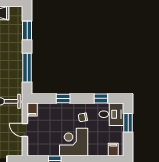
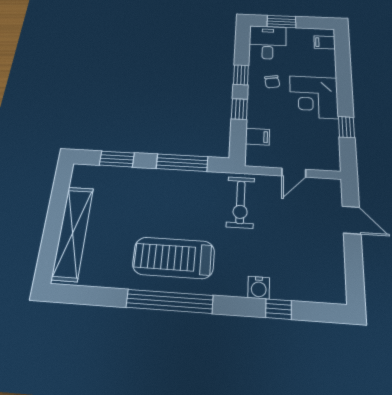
window: (101, 98) -> (241, 75), moved
filing cabinet: (32, 109) -> (257, 137), moved

